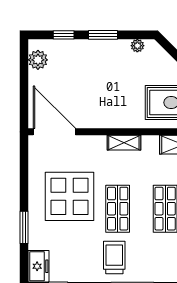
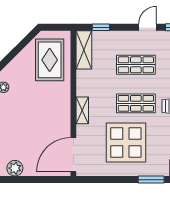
shelving: (124, 143) -> (82, 110), moved

